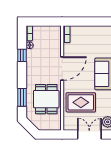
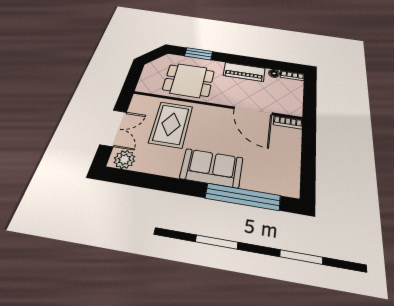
window: (22, 55) -> (260, 63), removed
piano: (32, 65) -> (244, 72), added
door: (62, 68) -> (253, 111), moved

